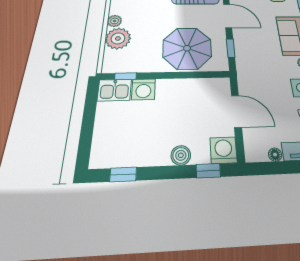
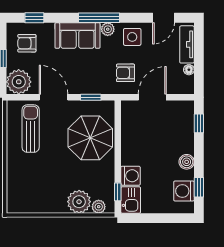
door: (228, 16) -> (54, 97), hinge flipped
plant: (115, 21) -> (99, 207), moved
armchair: (261, 82) -> (125, 73), added
washing machine: (223, 150) -> (184, 191), moved
boiler: (181, 155) -> (187, 162), moved

